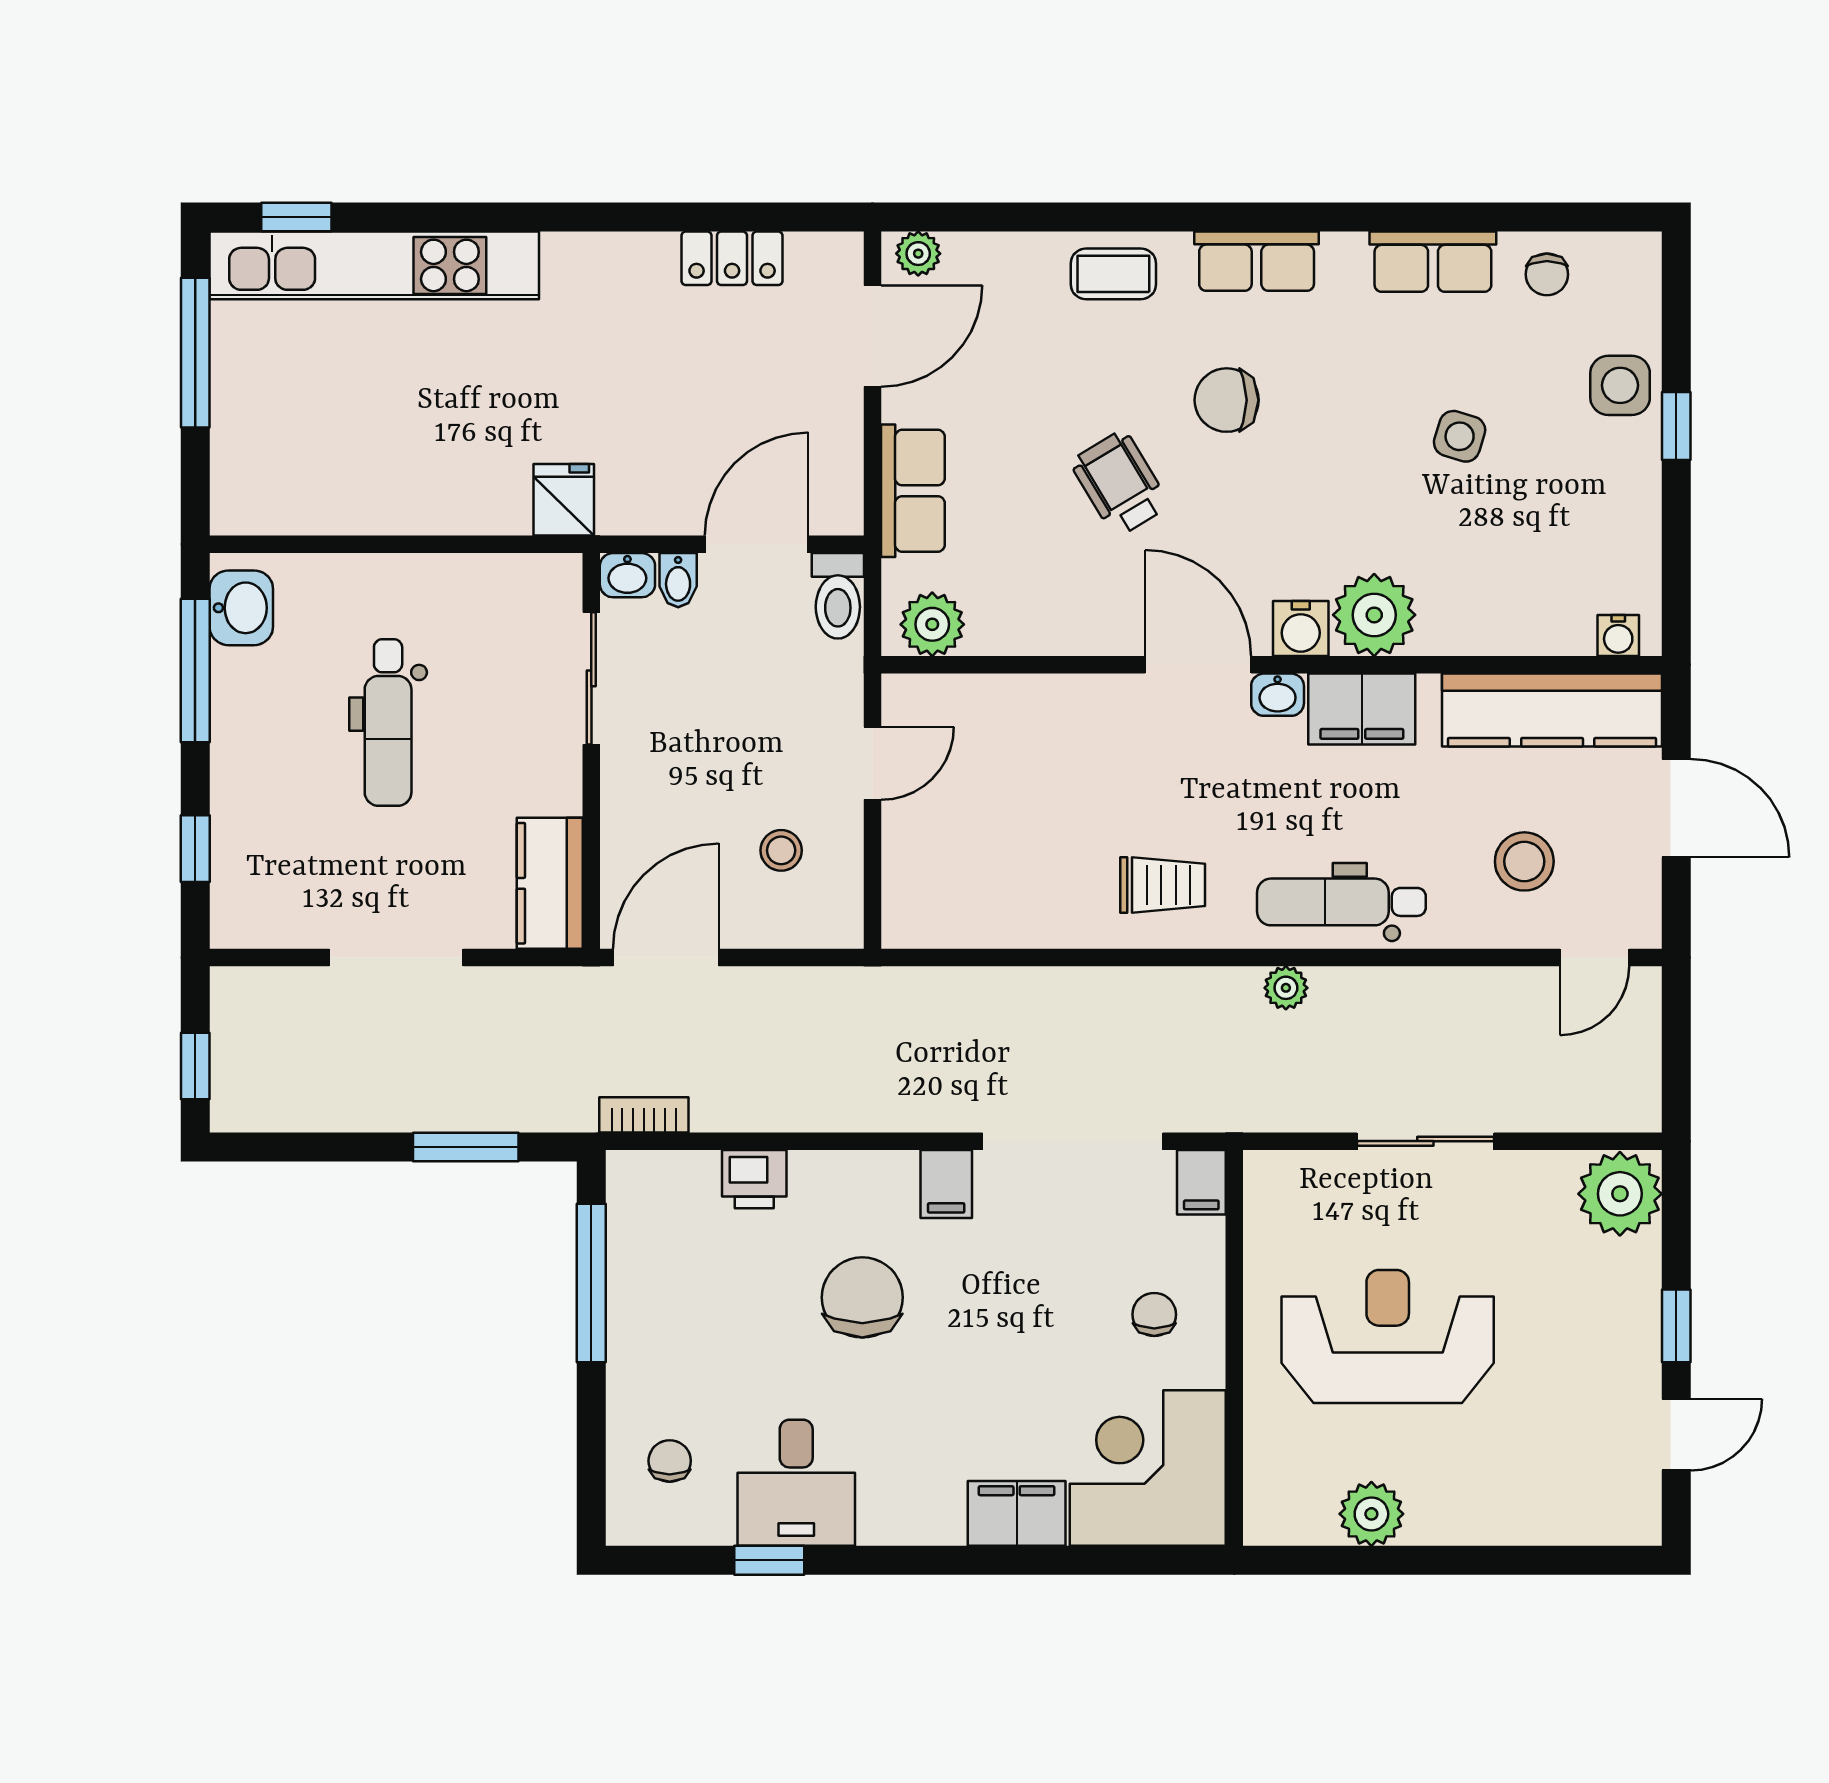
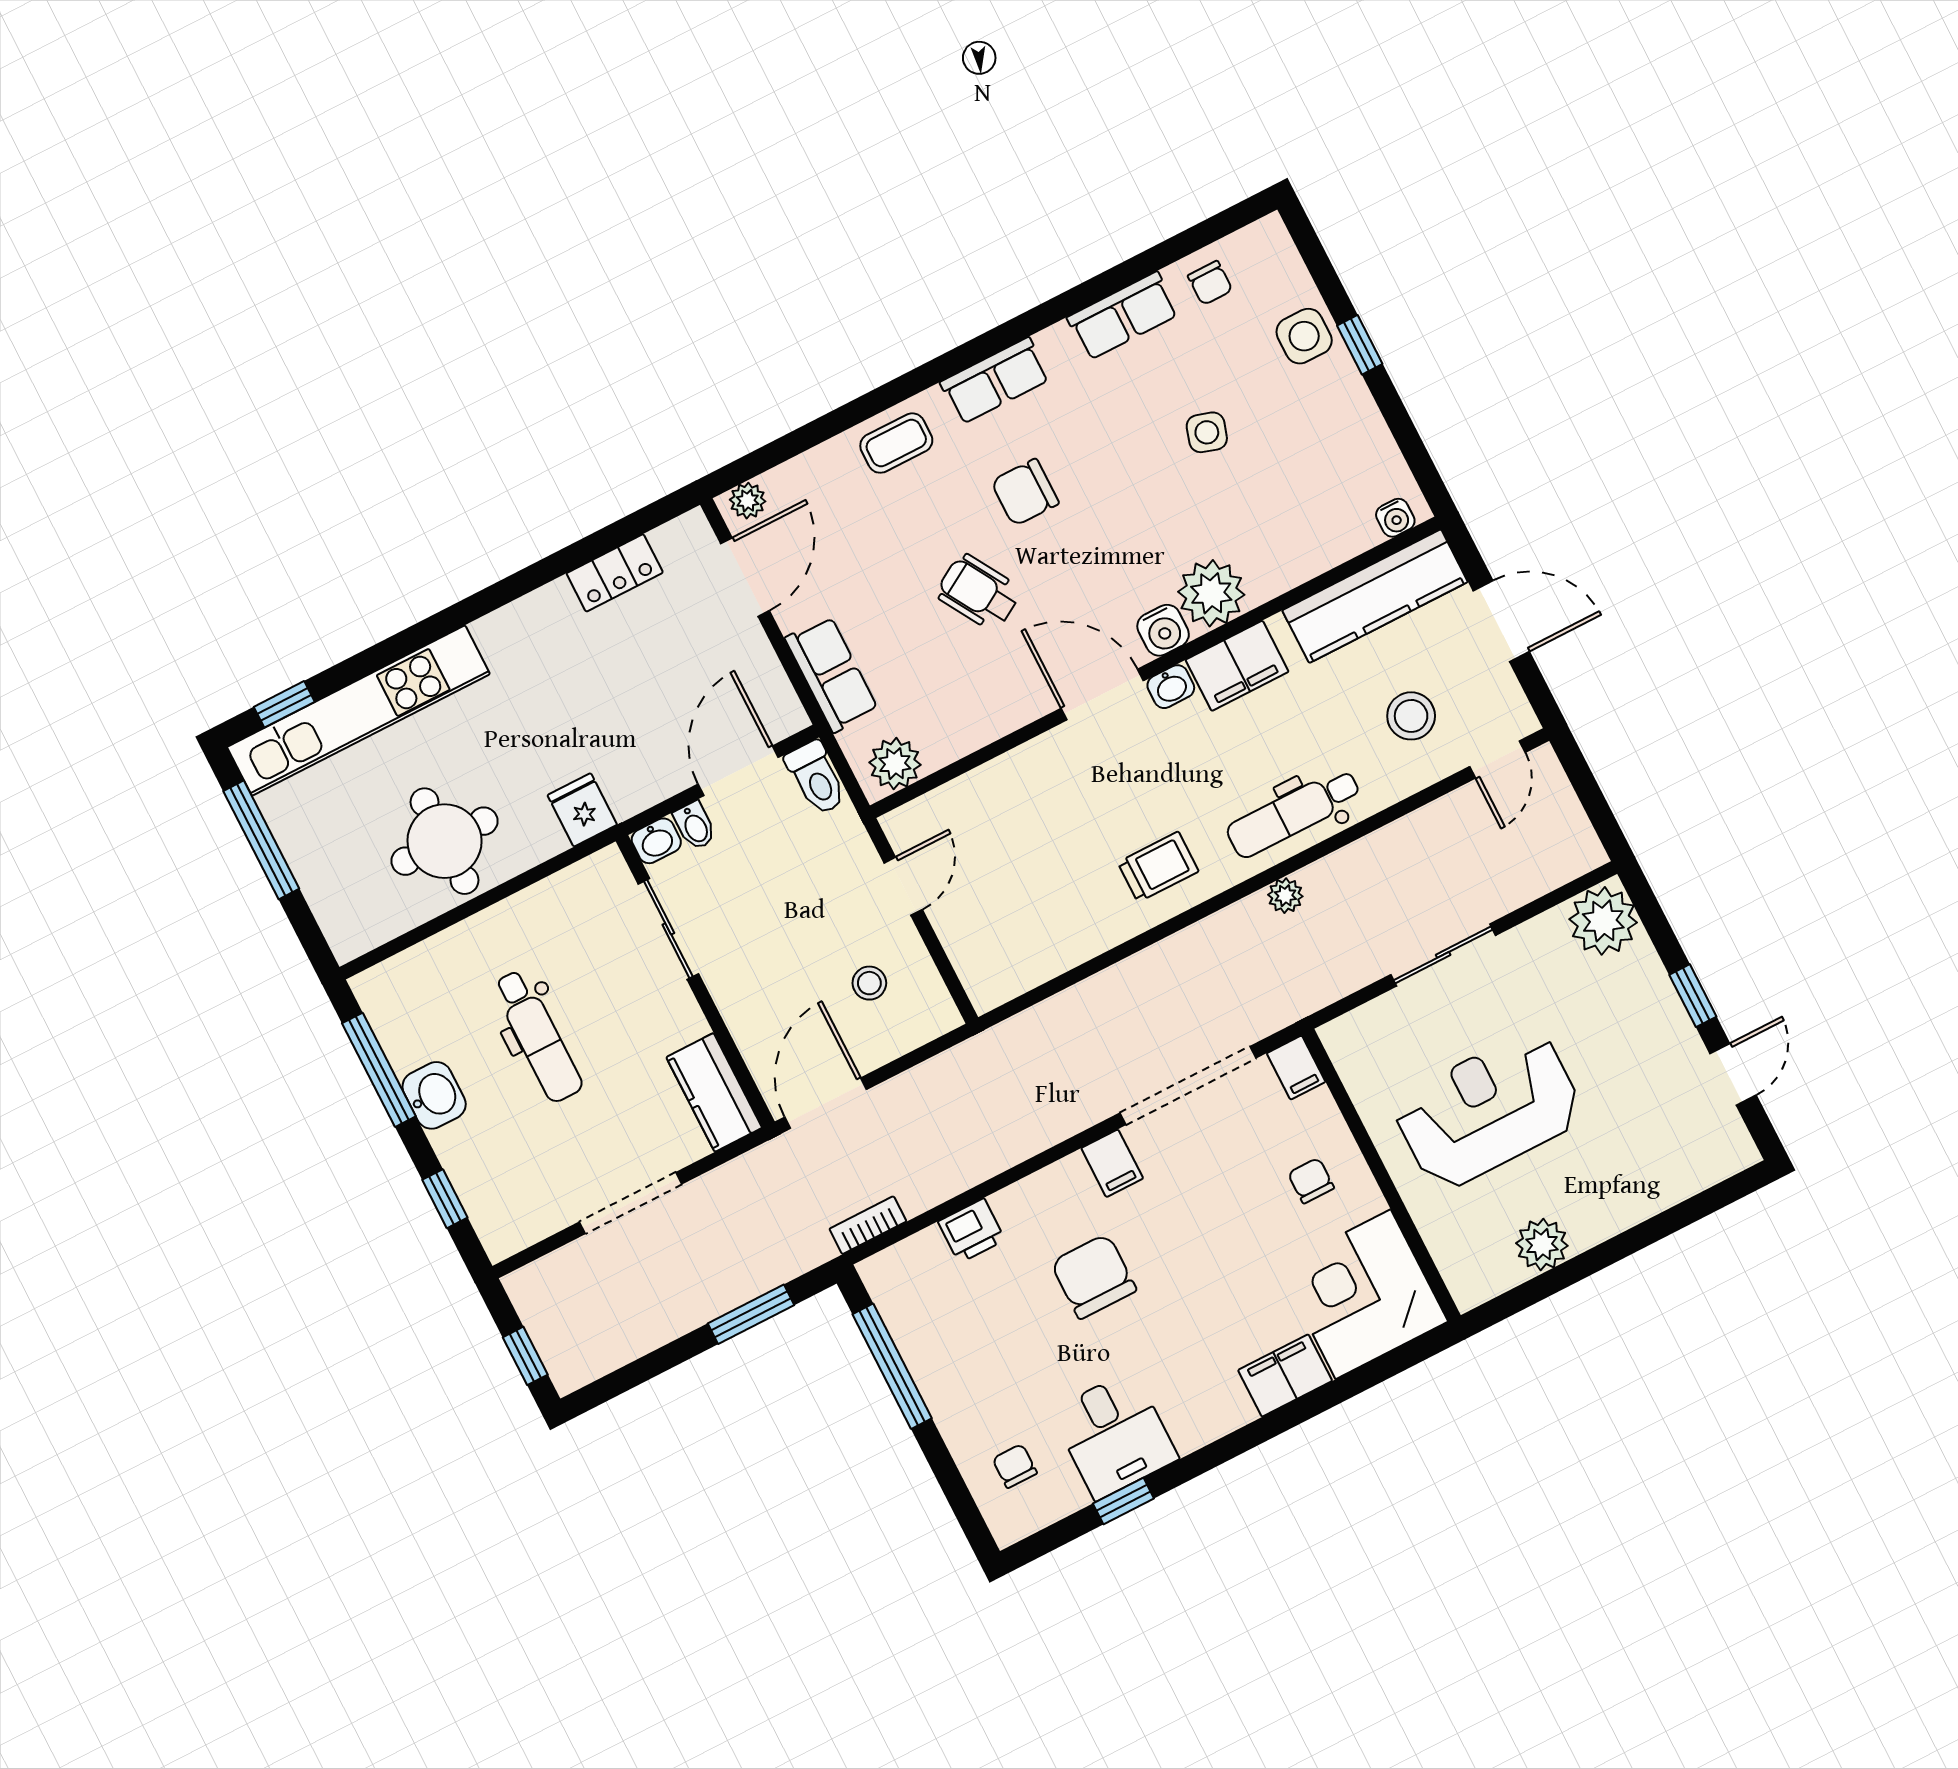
round table: (395, 457) -> (445, 841), added
washbasin: (241, 608) -> (434, 1095), moved

